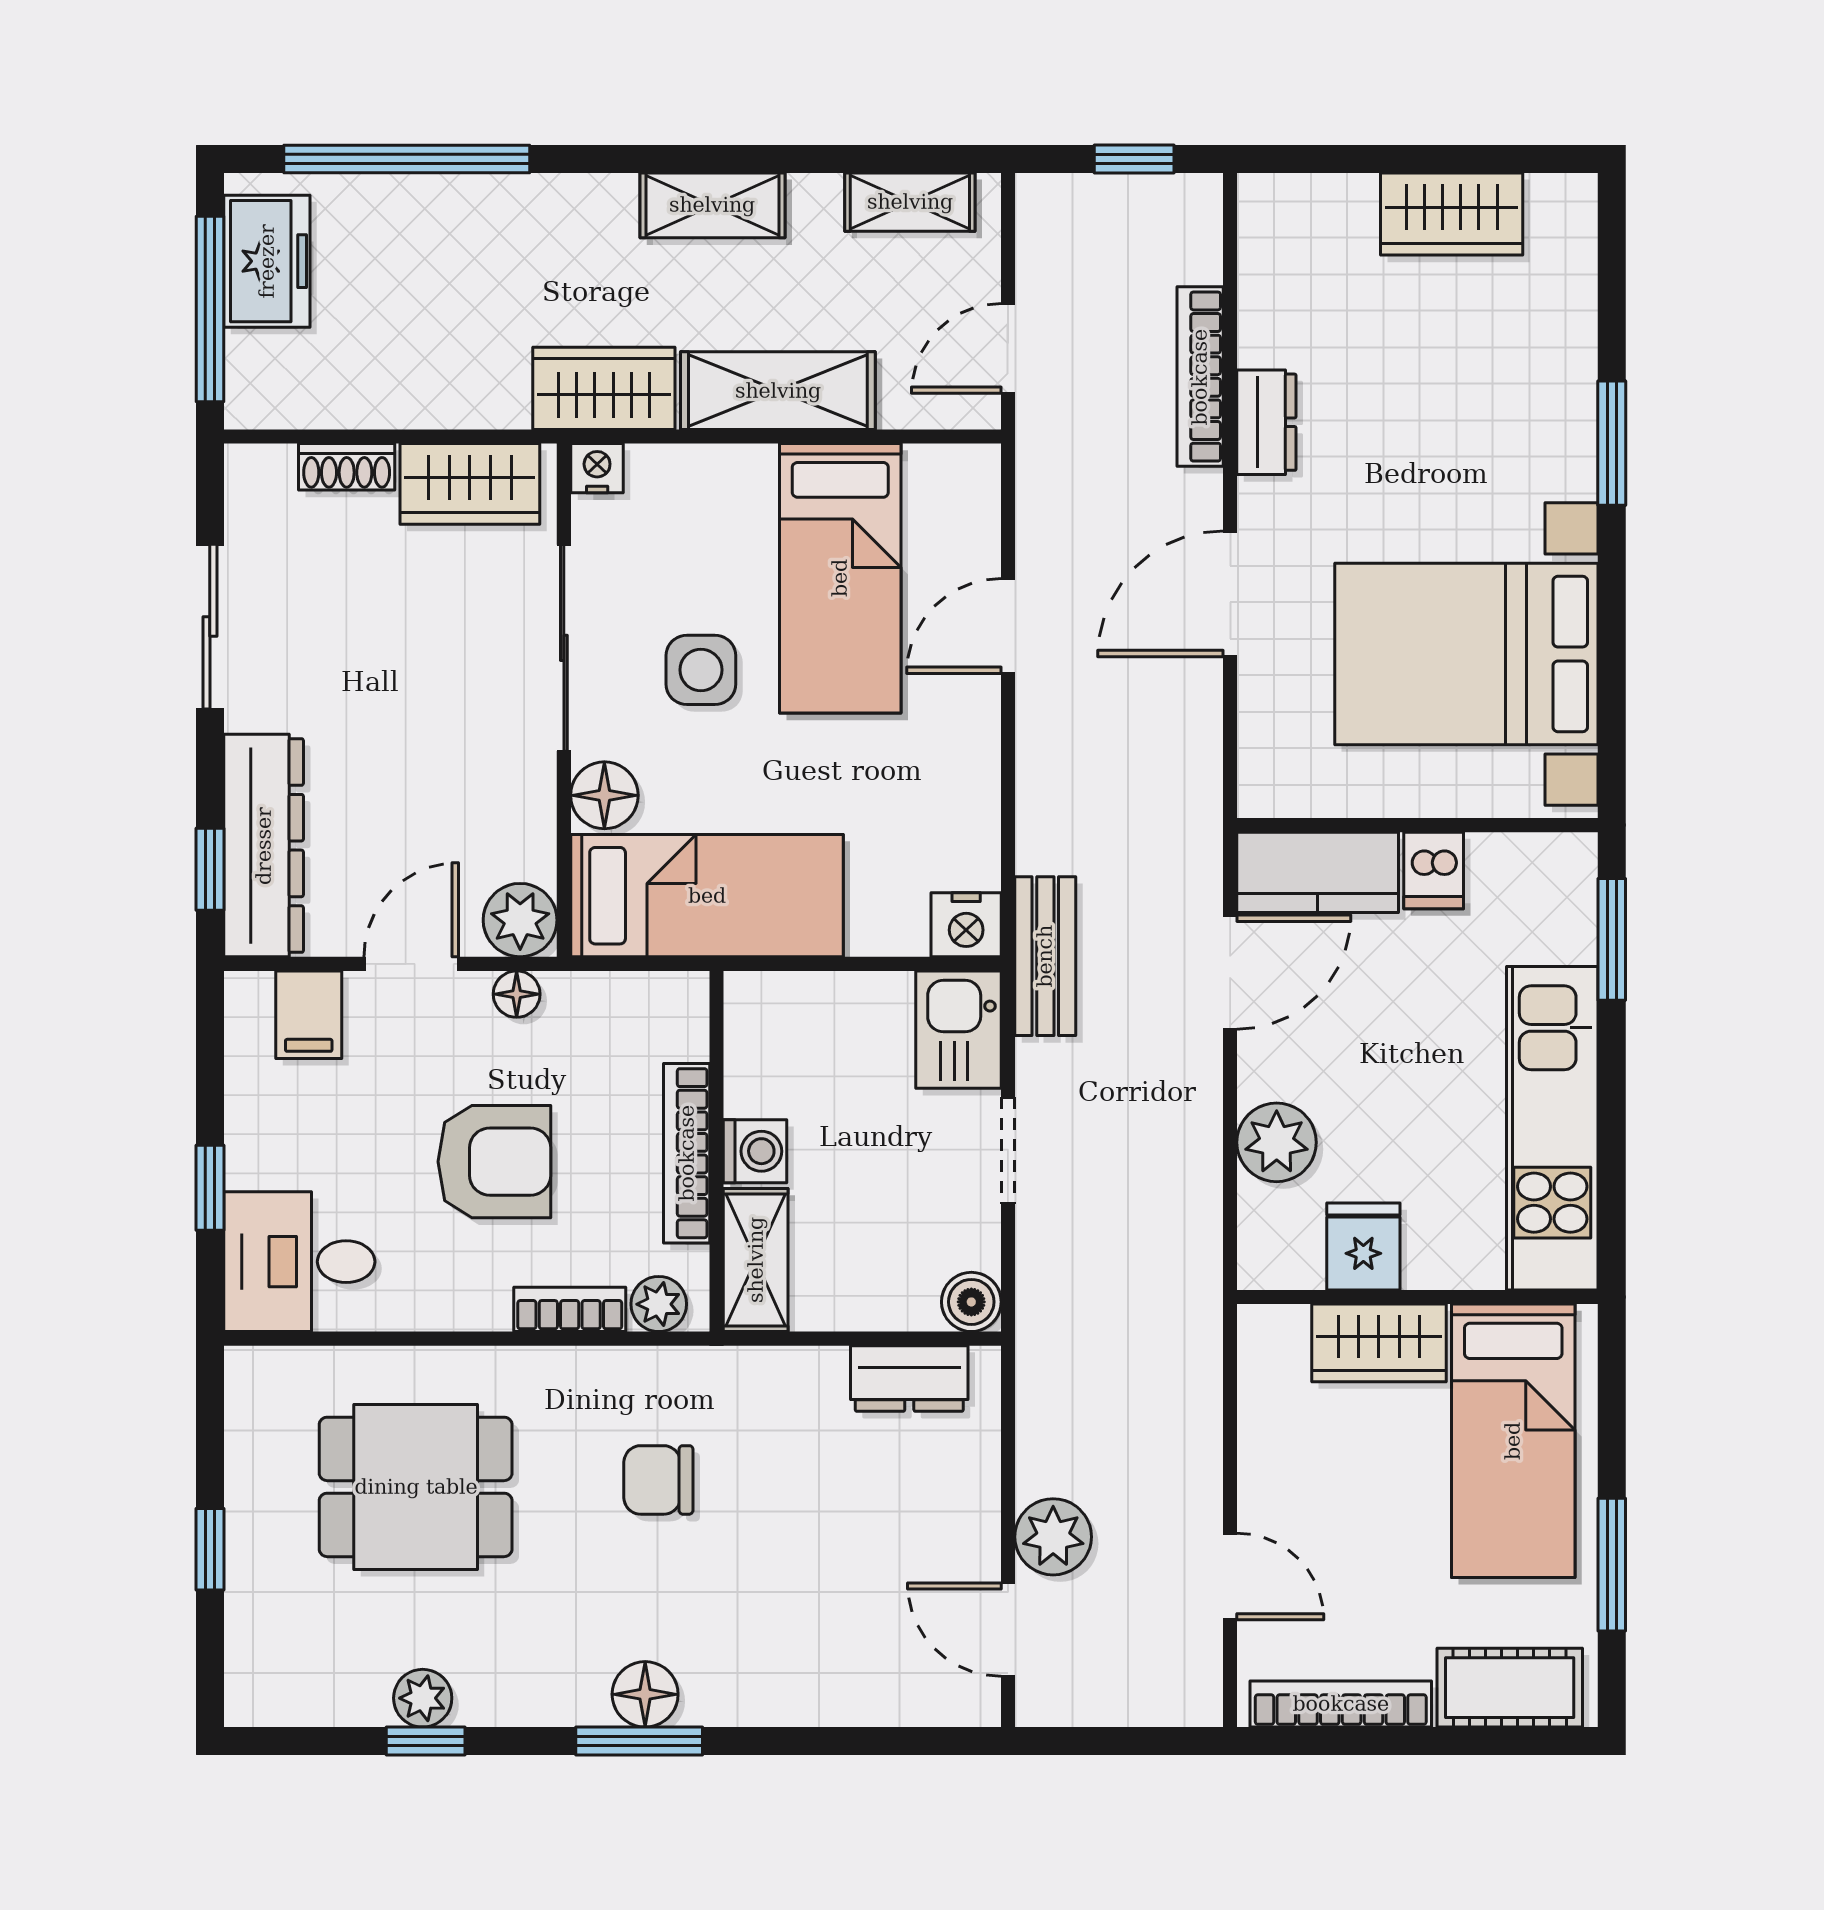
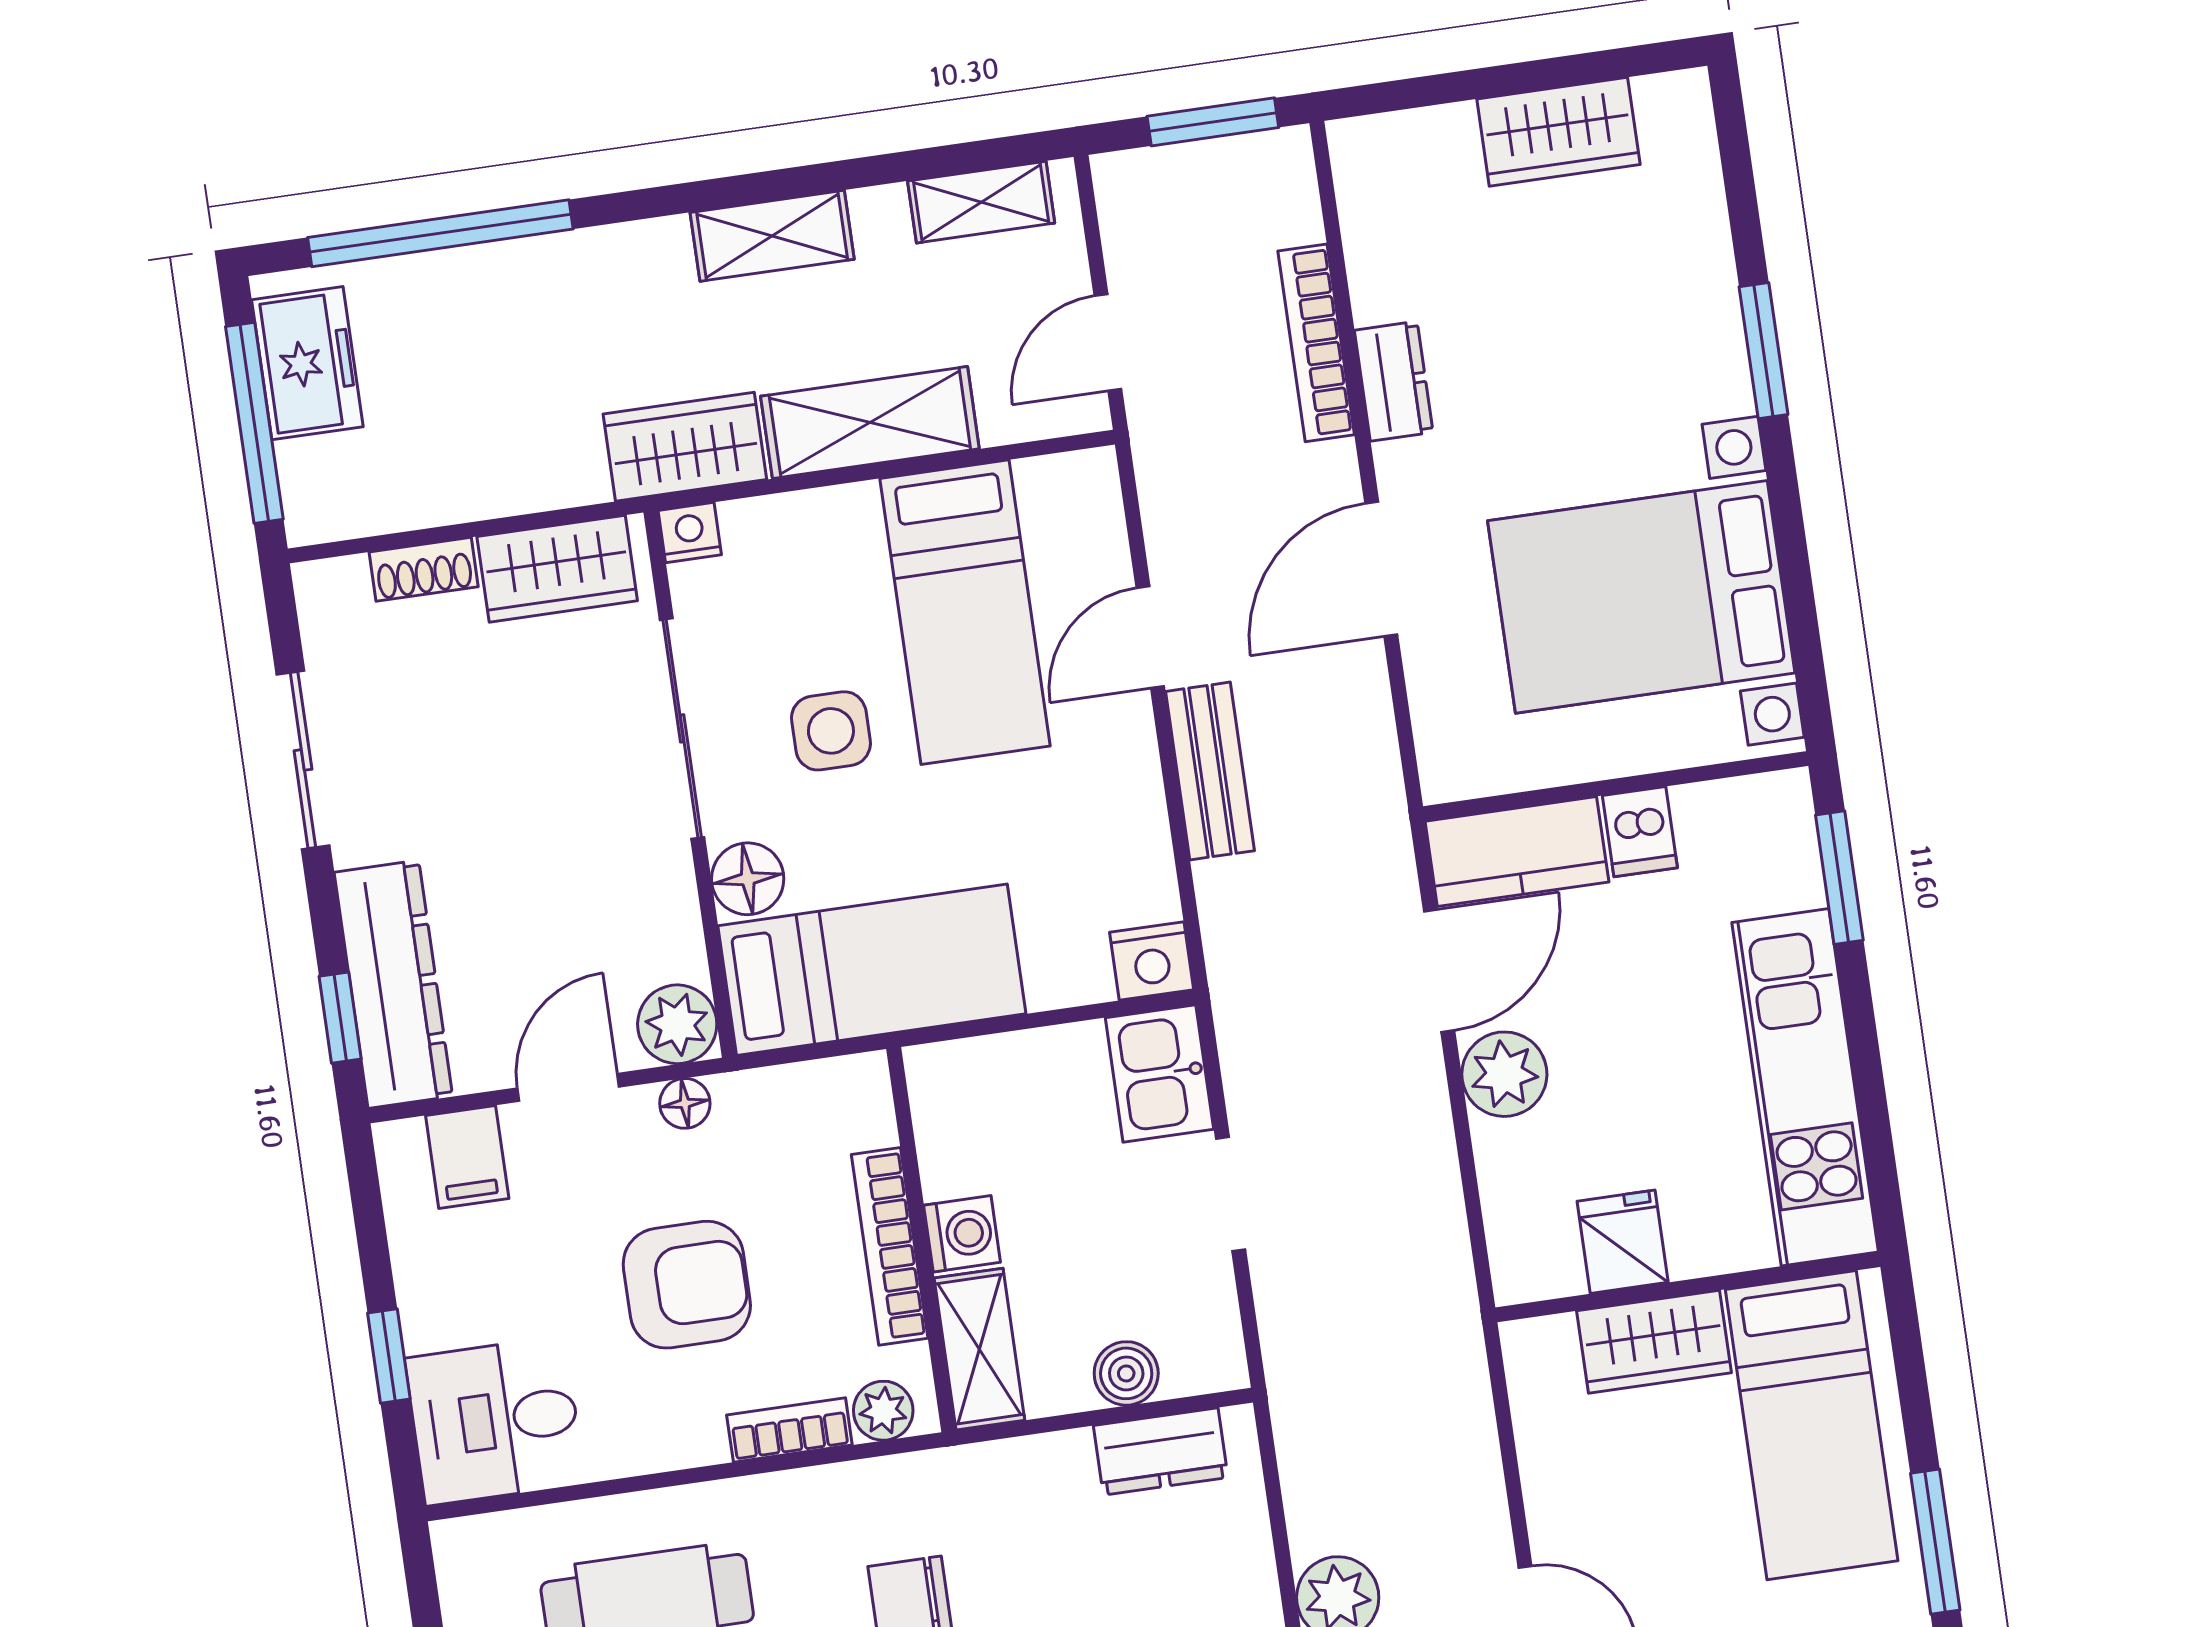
window: (1134, 159) -> (1213, 122), width x1.50
bench: (1045, 956) -> (1210, 771), moved
plant: (1277, 1142) -> (1504, 1074), moved
boiler: (971, 1302) -> (1126, 1373), moved

